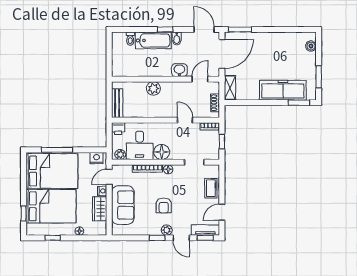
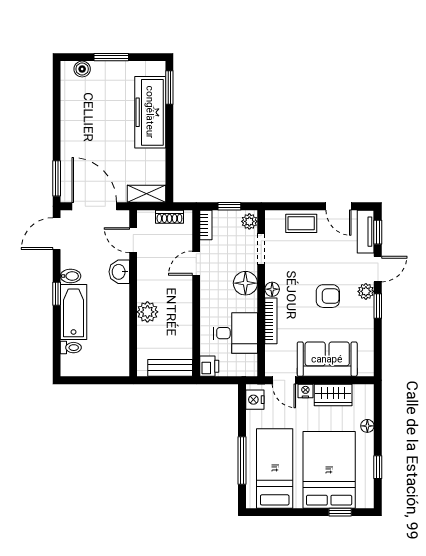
window: (319, 77) -> (111, 57), moved
floor lamp: (162, 152) -> (245, 283), moved
plant: (120, 155) -> (249, 221), moved
bed: (52, 171) -> (275, 468), width x0.67

